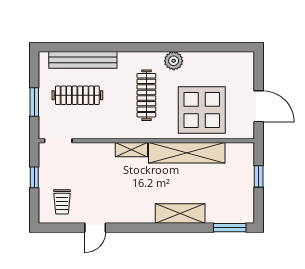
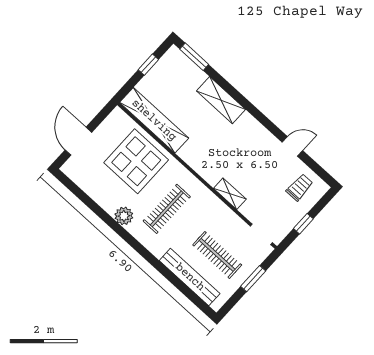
door: (259, 106) -> (78, 141), moved
shelving: (131, 150) -> (230, 194), moved
shelving: (187, 153) -> (154, 120), moved
window: (259, 176) -> (148, 65), moved

